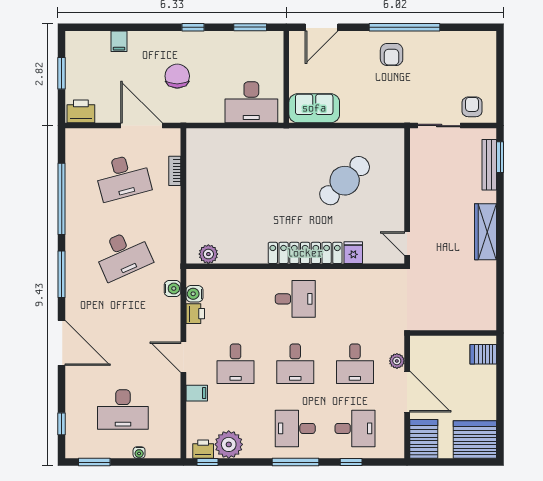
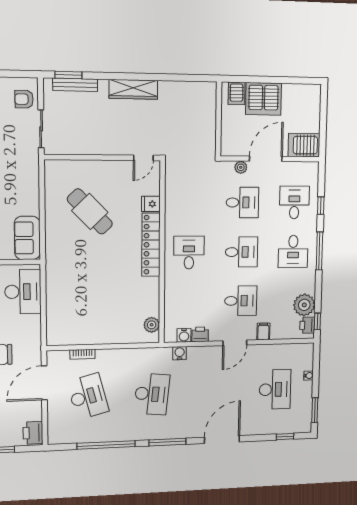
desk: (123, 255) -> (152, 394), turned 30
server rack: (475, 440) -> (263, 99), moved, turned -90

